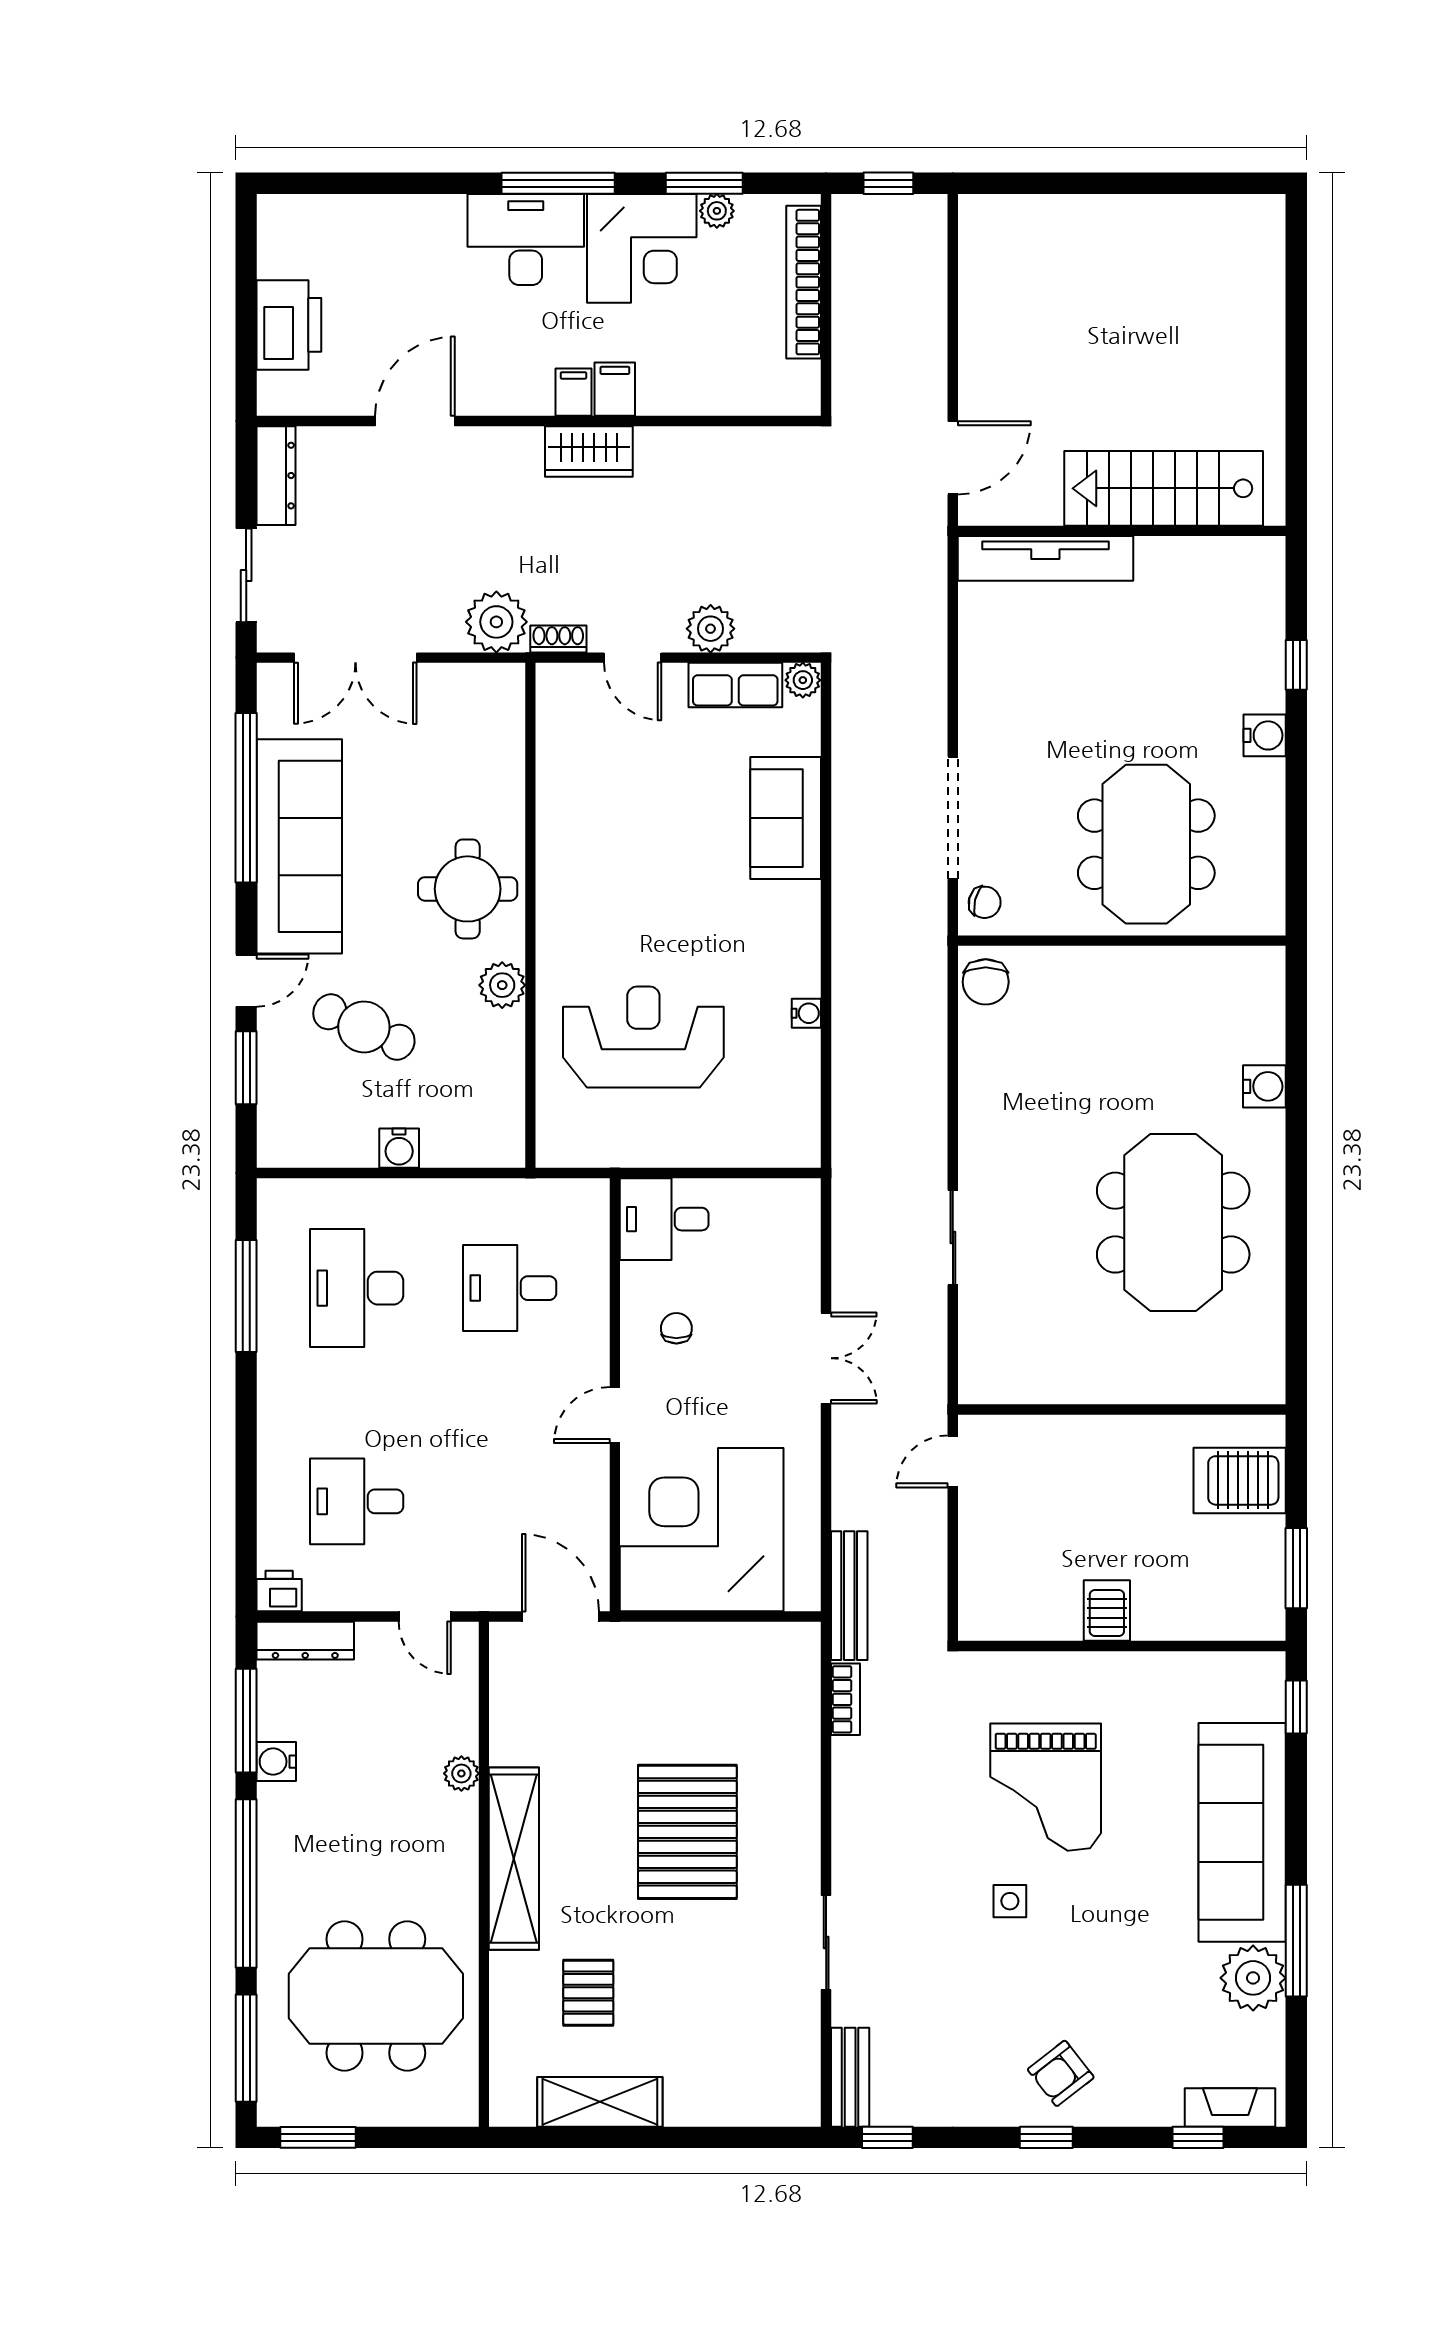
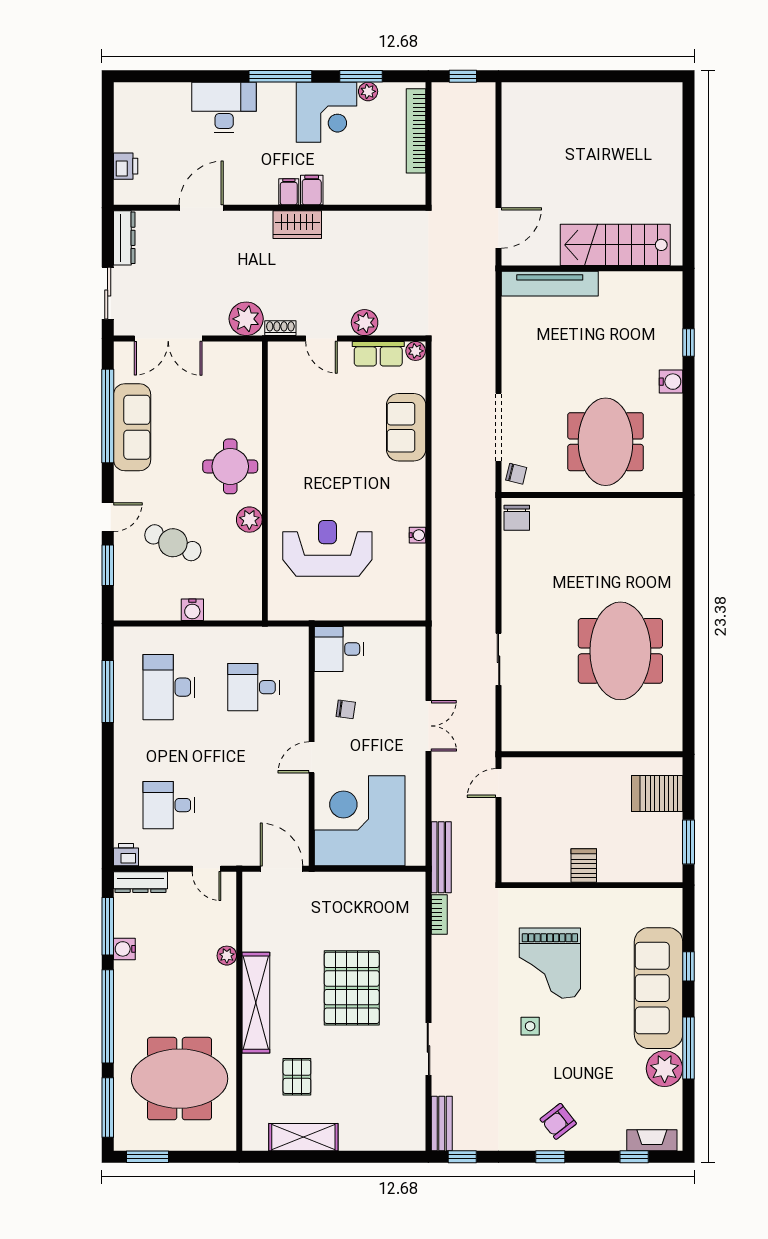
desk: (526, 239) -> (224, 107), moved
printer: (289, 325) -> (126, 166), width x0.53, depth x0.68
sofa: (299, 846) -> (132, 427), width x0.74, depth x0.79
water cooler: (1264, 1086) -> (671, 576), removed
chair: (676, 1328) -> (346, 709), turned 98
window: (1296, 1707) -> (688, 966), moved

